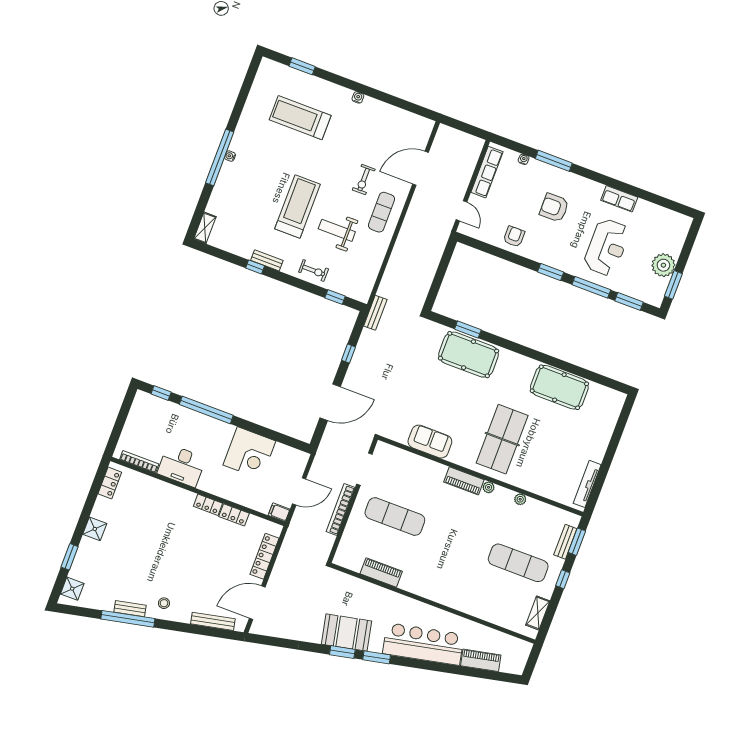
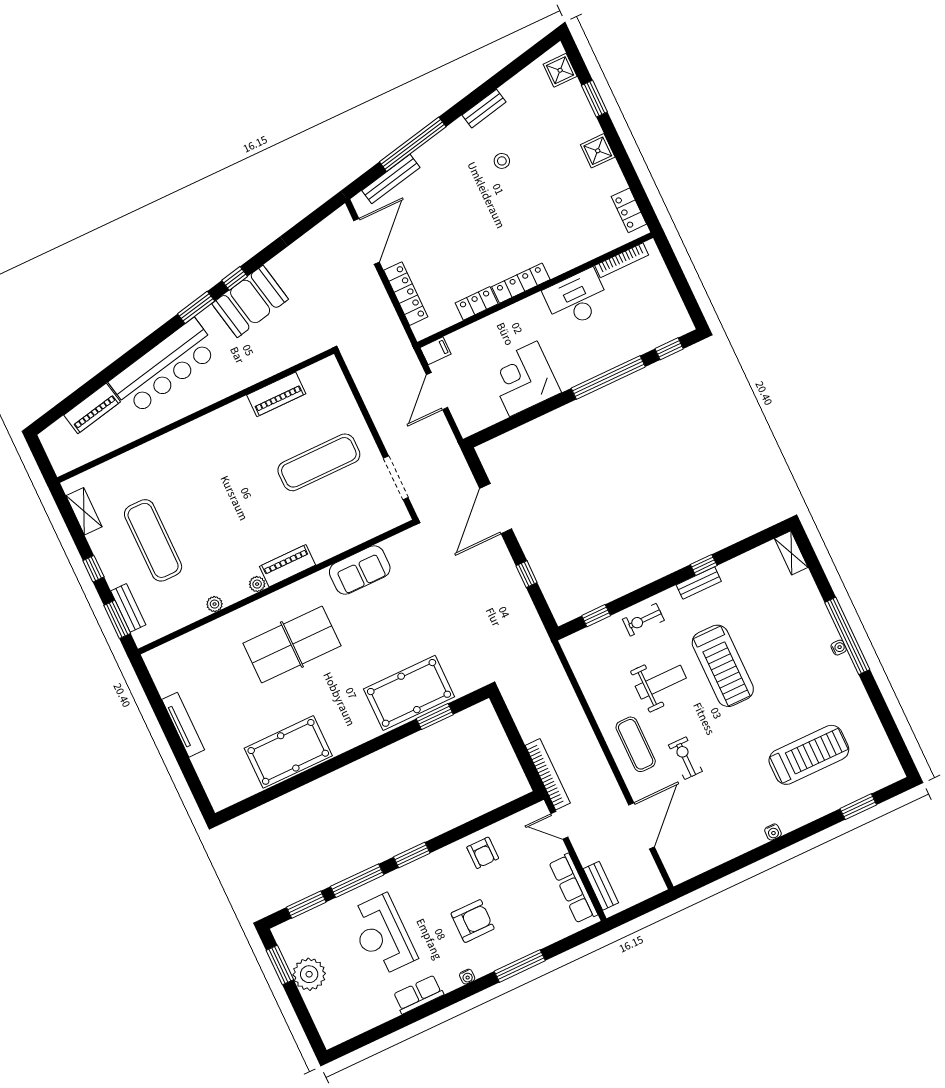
water cooler: (524, 159) -> (467, 977), moved
bench: (375, 313) -> (601, 886), moved
table tennis table: (502, 439) -> (292, 644), turned 90
tv unit: (587, 484) -> (183, 725), moved
locker: (208, 505) -> (521, 283), width x1.53
bookcase: (341, 510) -> (548, 774), moved
exercise mat: (518, 563) -> (153, 540), turned 90
stool: (164, 603) -> (502, 161), moved
window: (128, 619) -> (413, 144), moved
window: (342, 652) -> (235, 278), width x0.67

